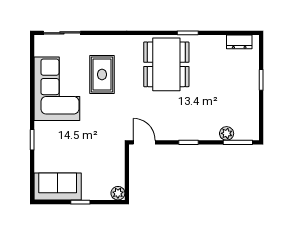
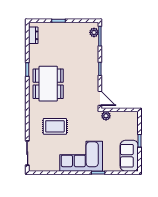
dining table: (166, 64) -> (48, 84), turned 90
corner sofa: (57, 89) -> (81, 156), moved
plant: (227, 133) -> (94, 32), moved
door: (144, 142) -> (100, 98), swing flipped
plant: (118, 193) -> (106, 116), moved

